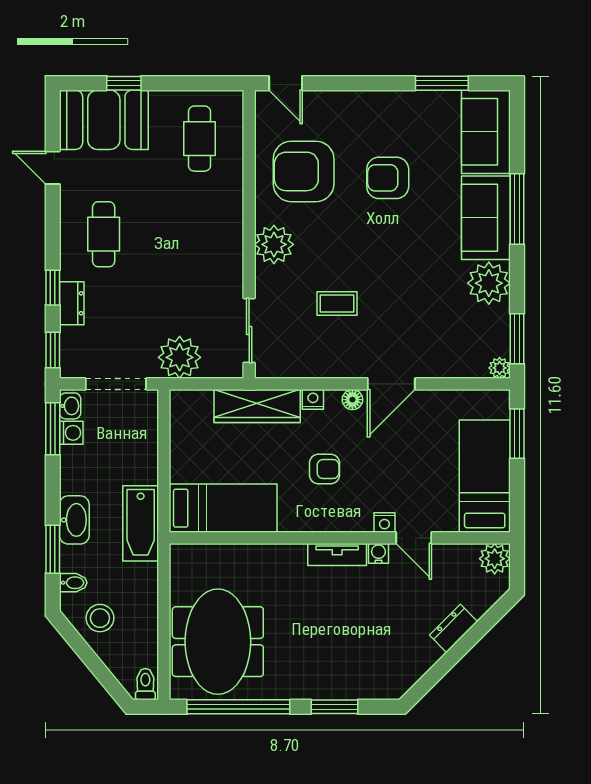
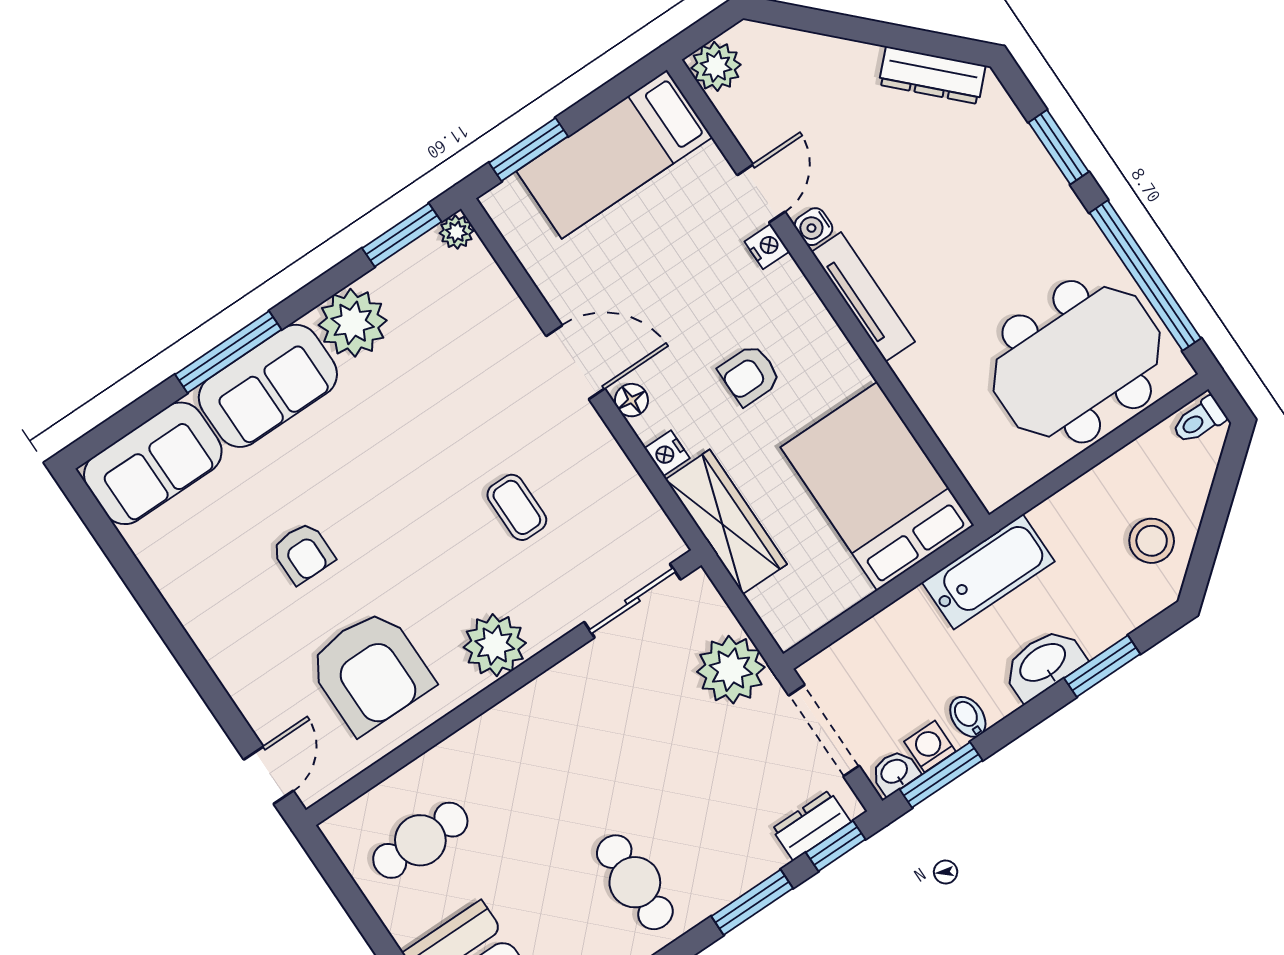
window: (442, 83) -> (127, 566), removed
armchair: (388, 178) -> (303, 553), width x0.72, depth x0.72
cafe table: (104, 234) -> (635, 882), turned 90
window: (53, 288) -> (752, 902), width x1.50
dresser: (72, 303) -> (811, 825), moved
armchair: (324, 469) -> (750, 375), turned -90
bed: (223, 508) -> (877, 486), width x1.50
tv unit: (337, 554) -> (863, 297), width x1.41
bidet: (73, 583) -> (968, 717), moved
dresser: (454, 628) -> (932, 75), moved, width x1.44

